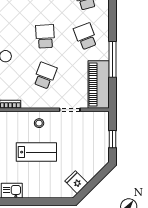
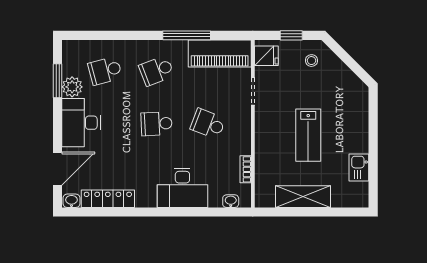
stool: (39, 123) -> (312, 61), moved
lab bench: (36, 152) -> (308, 135), turned 180
fridge: (76, 182) -> (266, 56), moved, turned -135

